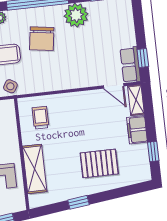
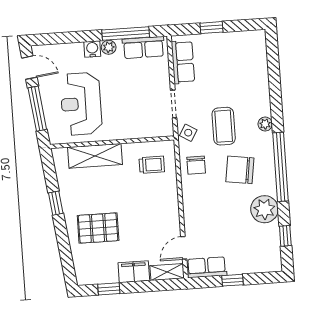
window: (143, 58) -> (233, 280), moved
chair: (39, 78) -> (196, 165), added
pallet: (99, 163) -> (98, 228), turned 90

